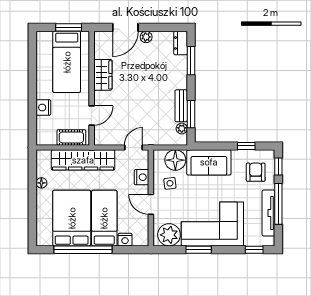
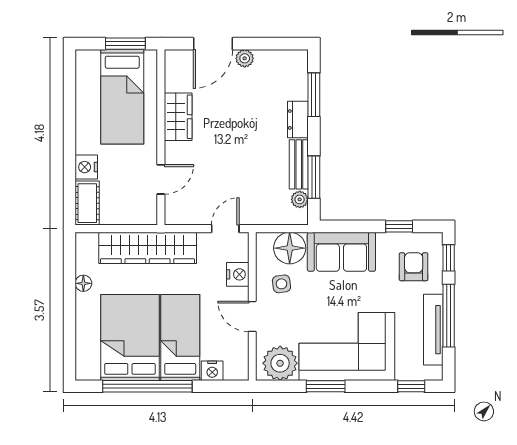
dresser: (181, 43) -> (298, 119), moved
cot: (71, 137) -> (87, 203), moved, turned 90

